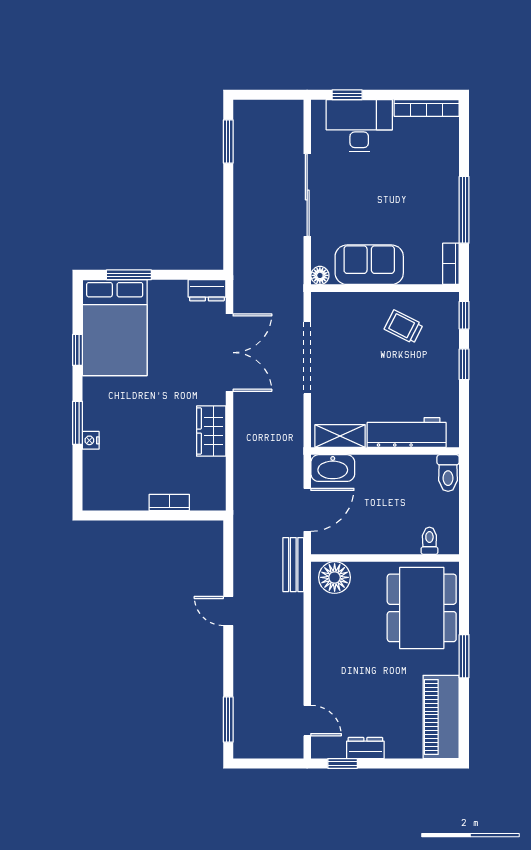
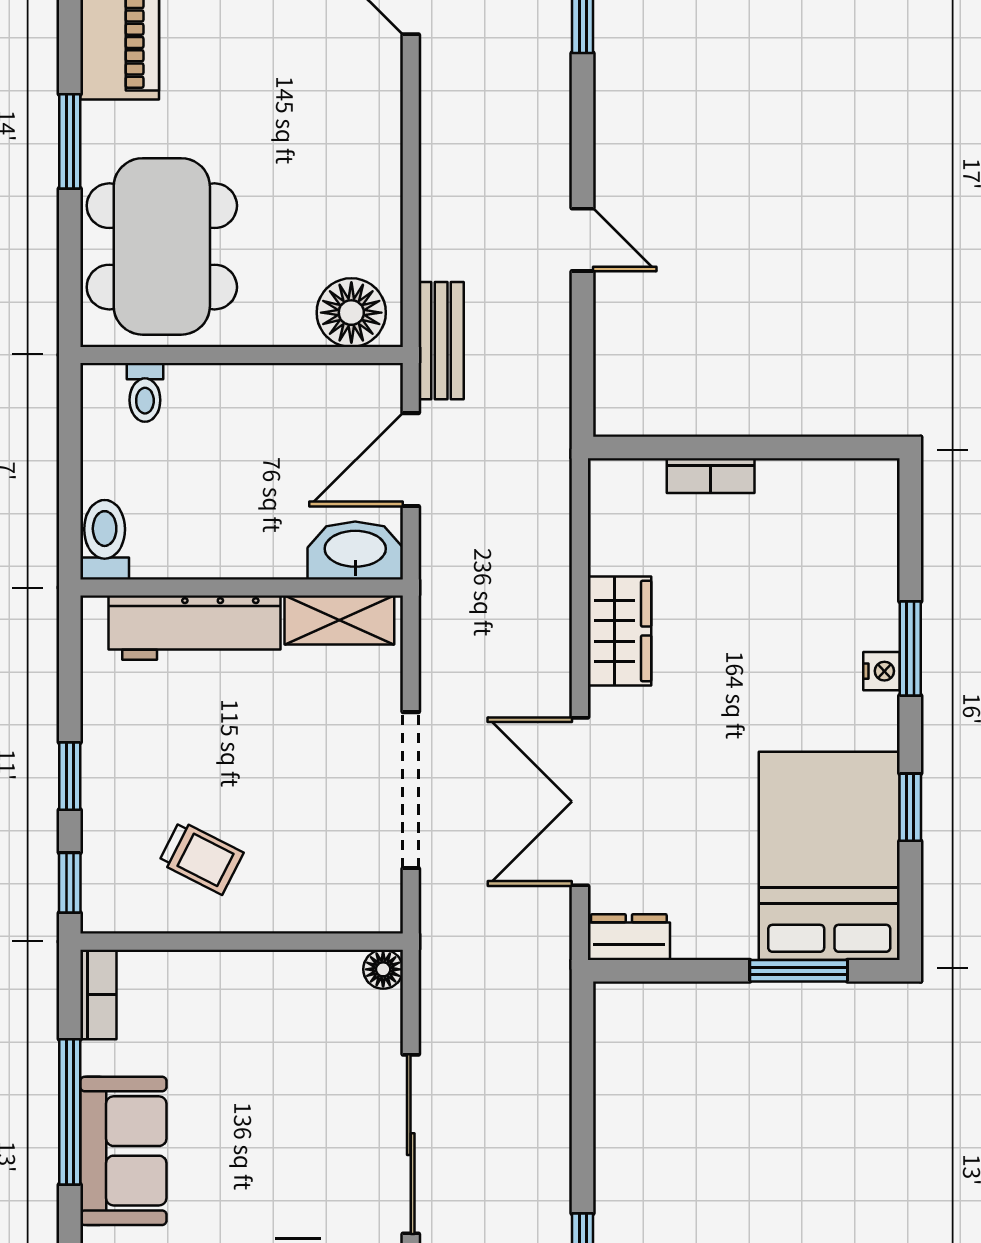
sofa: (369, 265) -> (123, 1151), moved, turned -90
nightstand: (91, 440) -> (881, 671), moved

